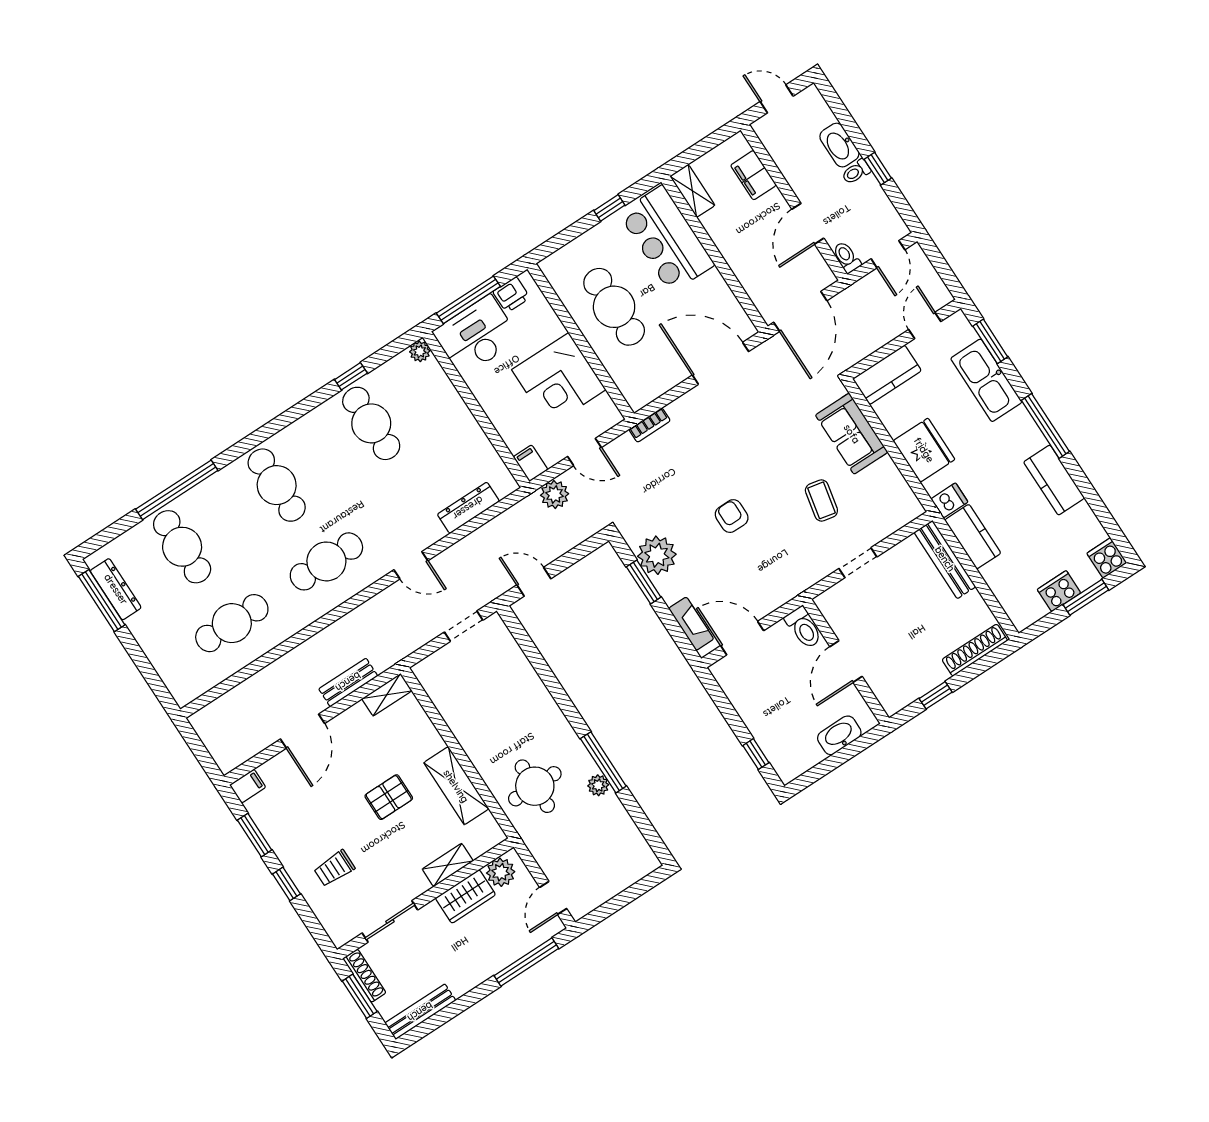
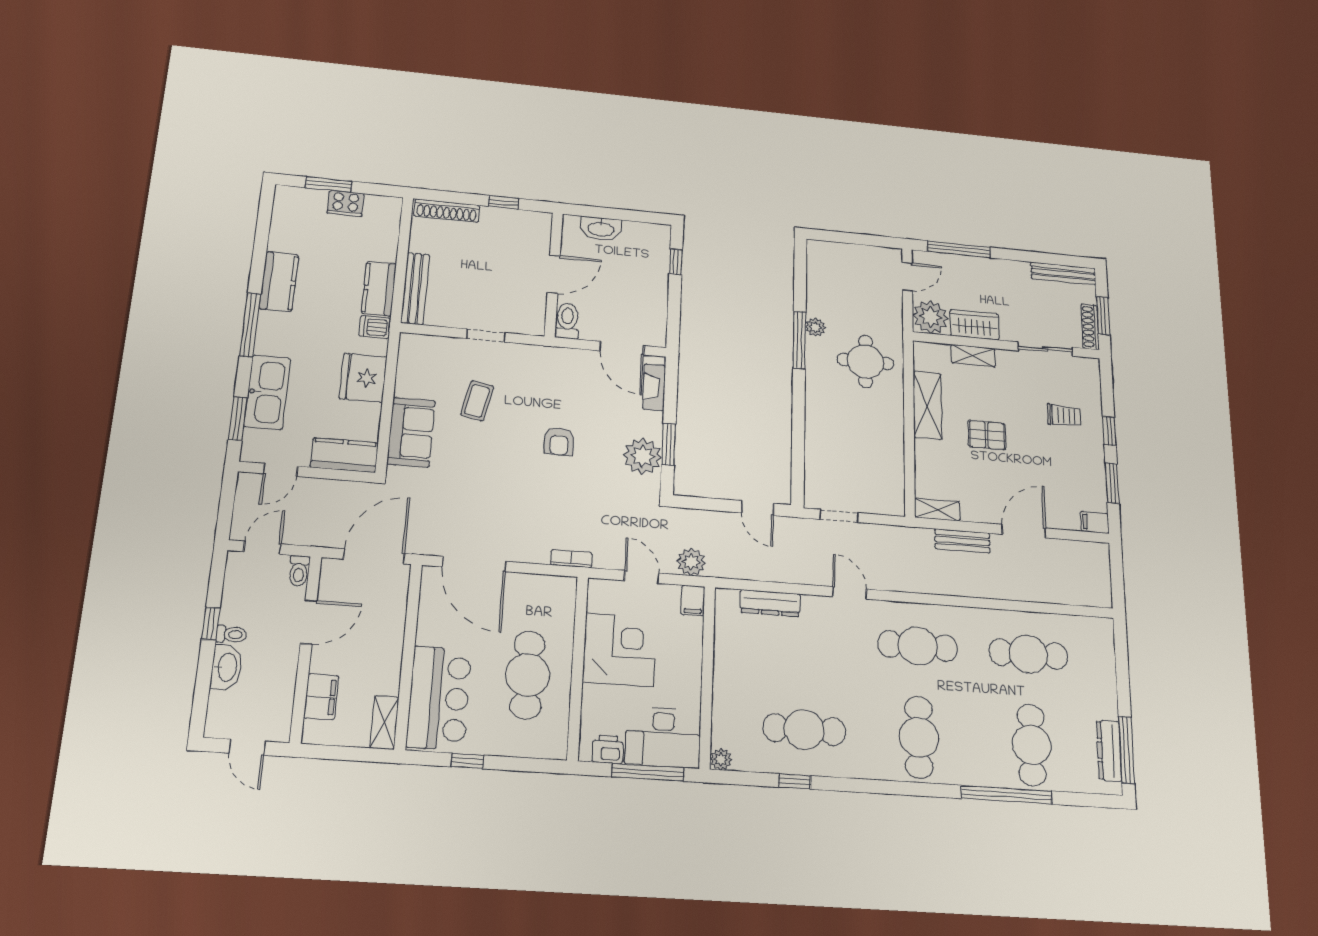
cafe table: (371, 423) -> (804, 730), turned 90
cooker: (1107, 558) -> (288, 199), removed
plant: (501, 872) -> (931, 317), width x1.36, depth x1.36

